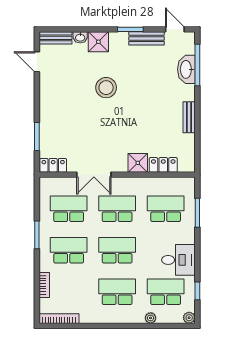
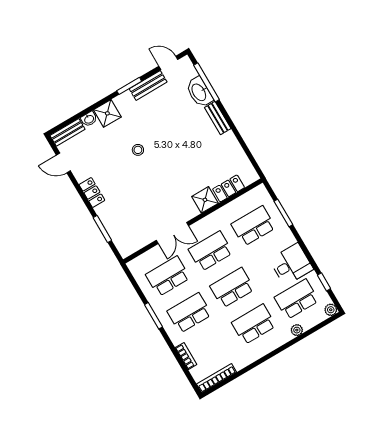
stool: (106, 88) -> (138, 150), width x0.53, depth x0.53
bench: (189, 117) -> (218, 118), moved
locker: (53, 165) -> (92, 192), moved, turned 90

